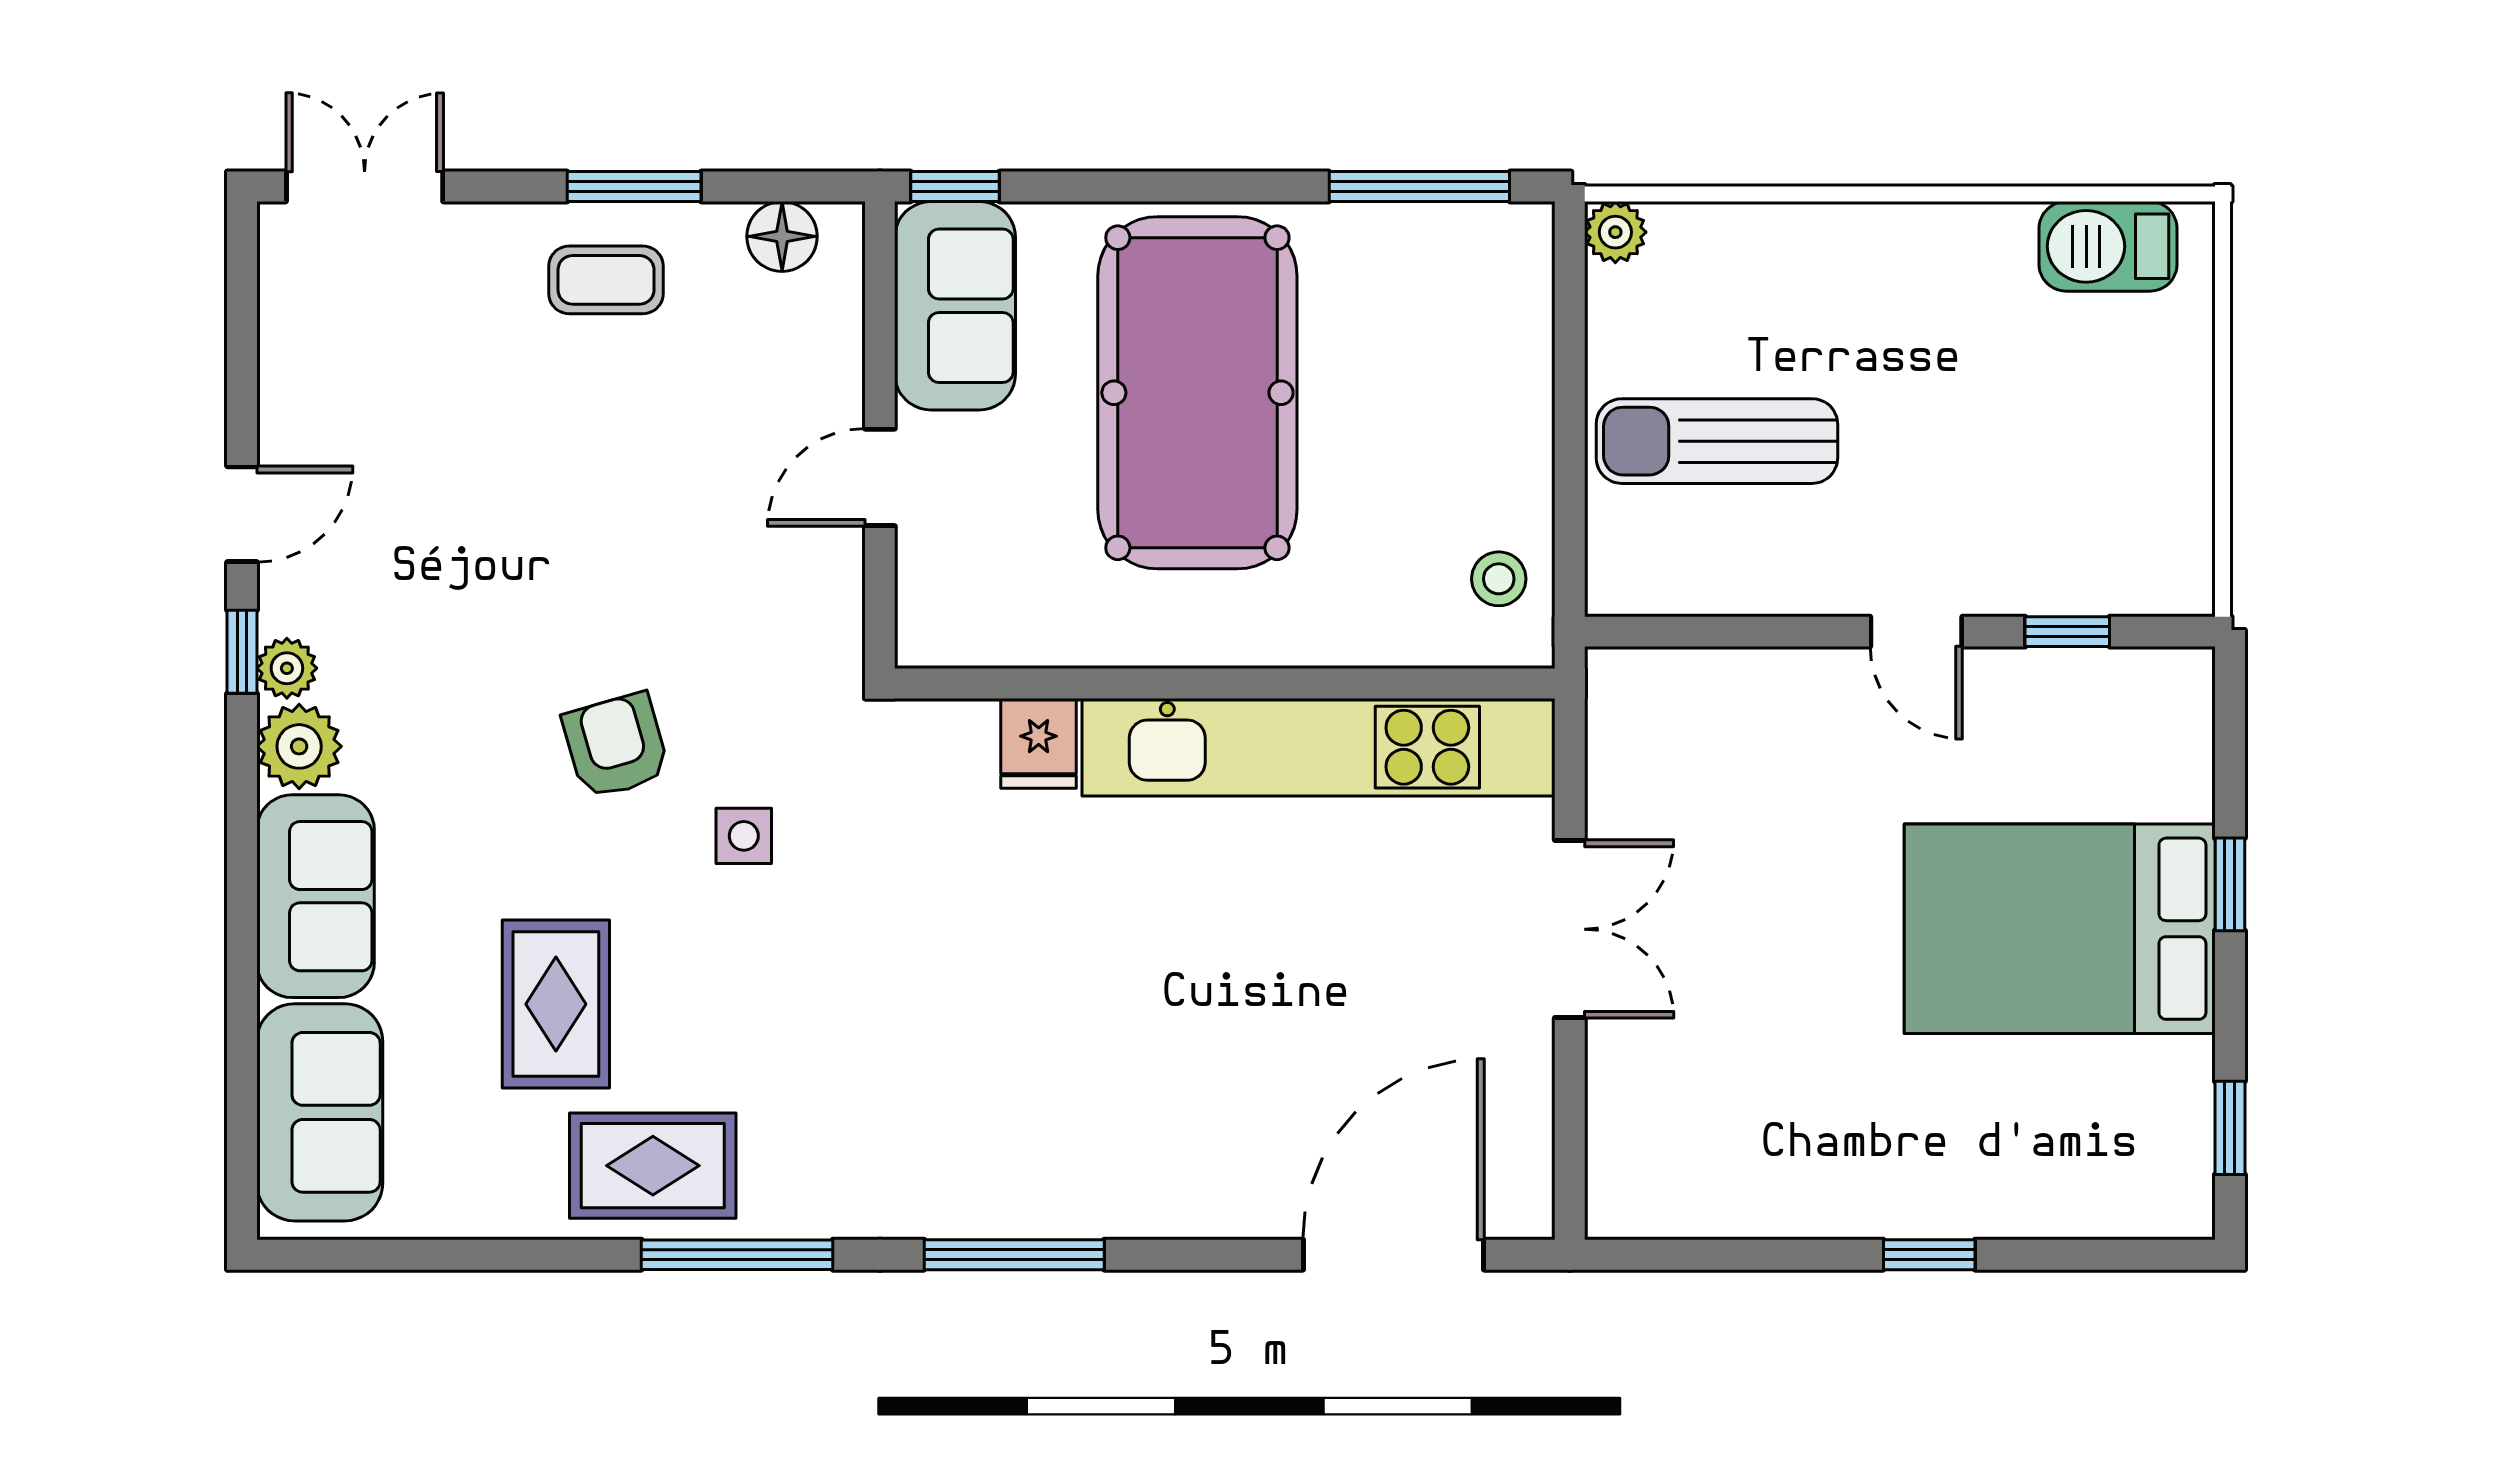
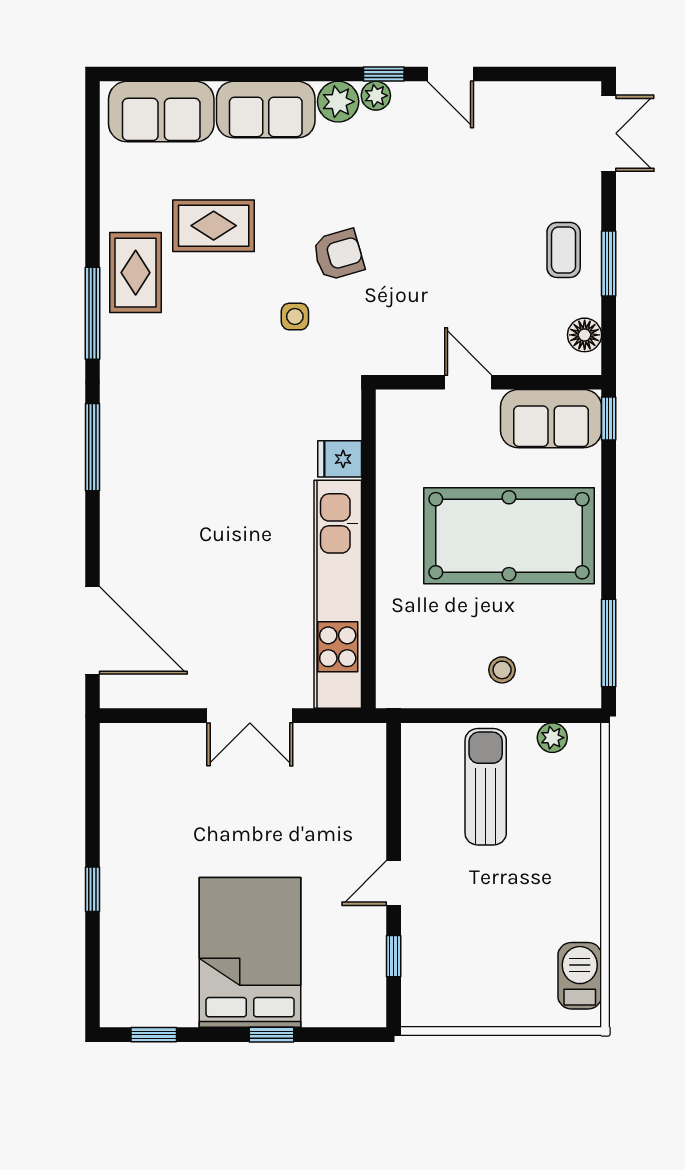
plant: (1615, 232) -> (552, 738), moved
stool: (1499, 579) -> (502, 670), moved

